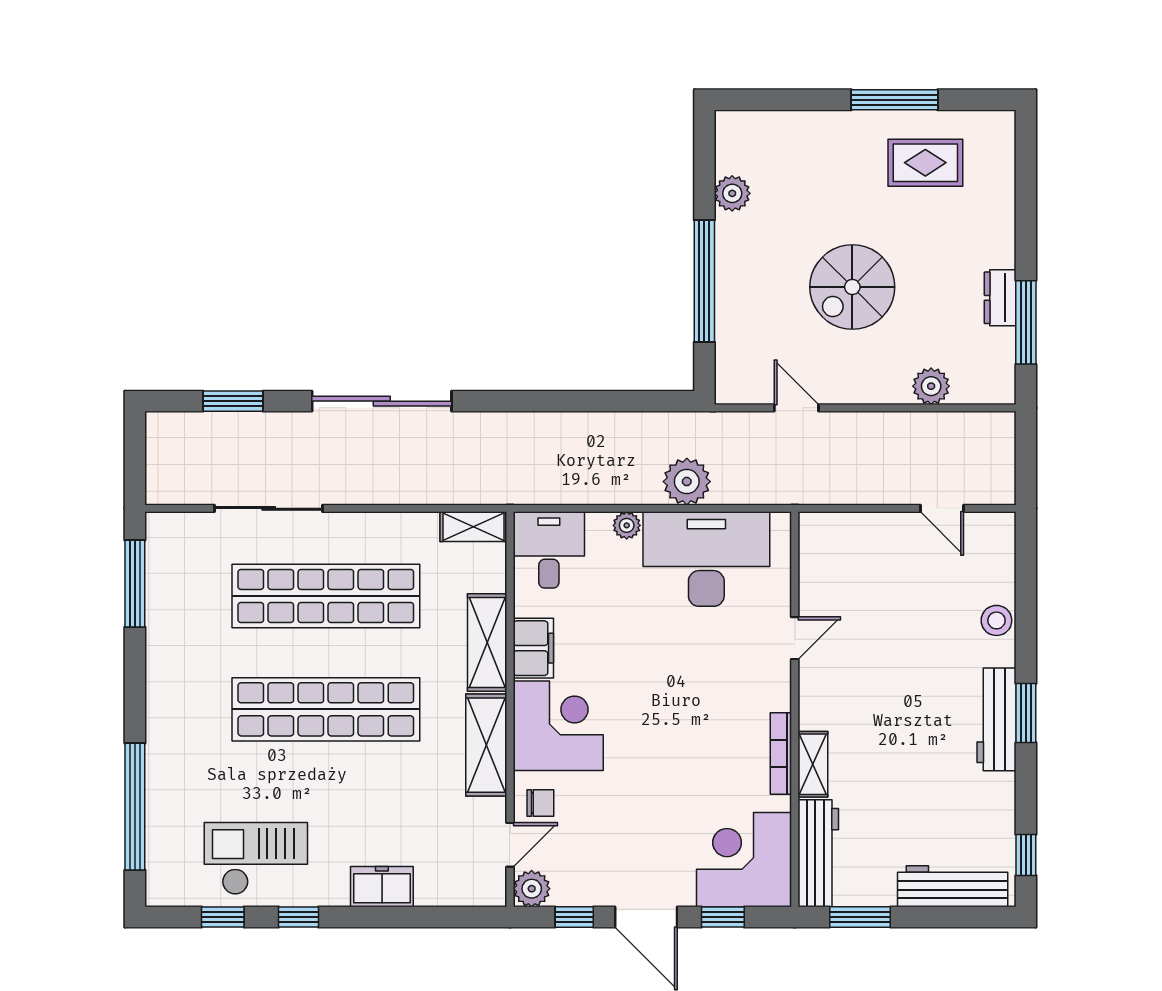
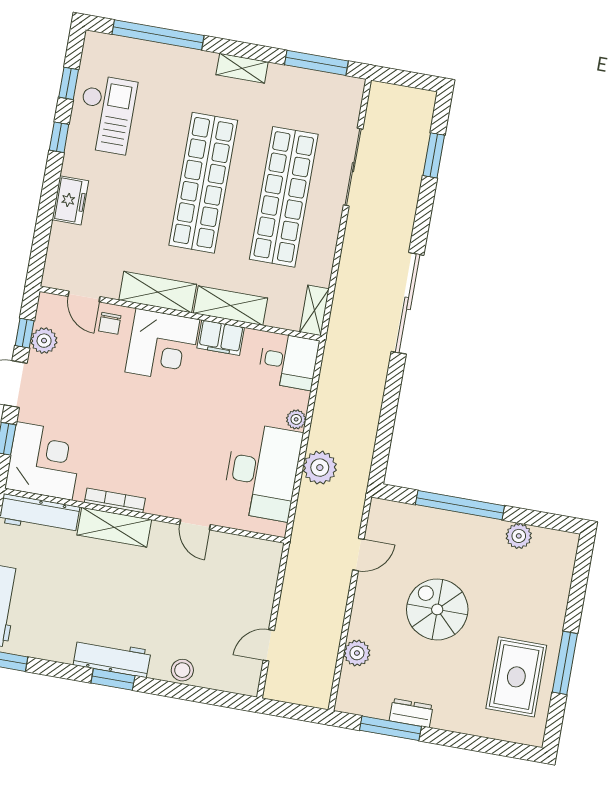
rug: (925, 163) -> (516, 677), width x1.36, depth x1.43
sliding door: (382, 401) -> (408, 303), moved
shelving: (160, 684) -> (242, 68), added
shelving: (813, 764) -> (114, 527), width x1.50, depth x1.33
plant: (532, 889) -> (44, 341), moved

